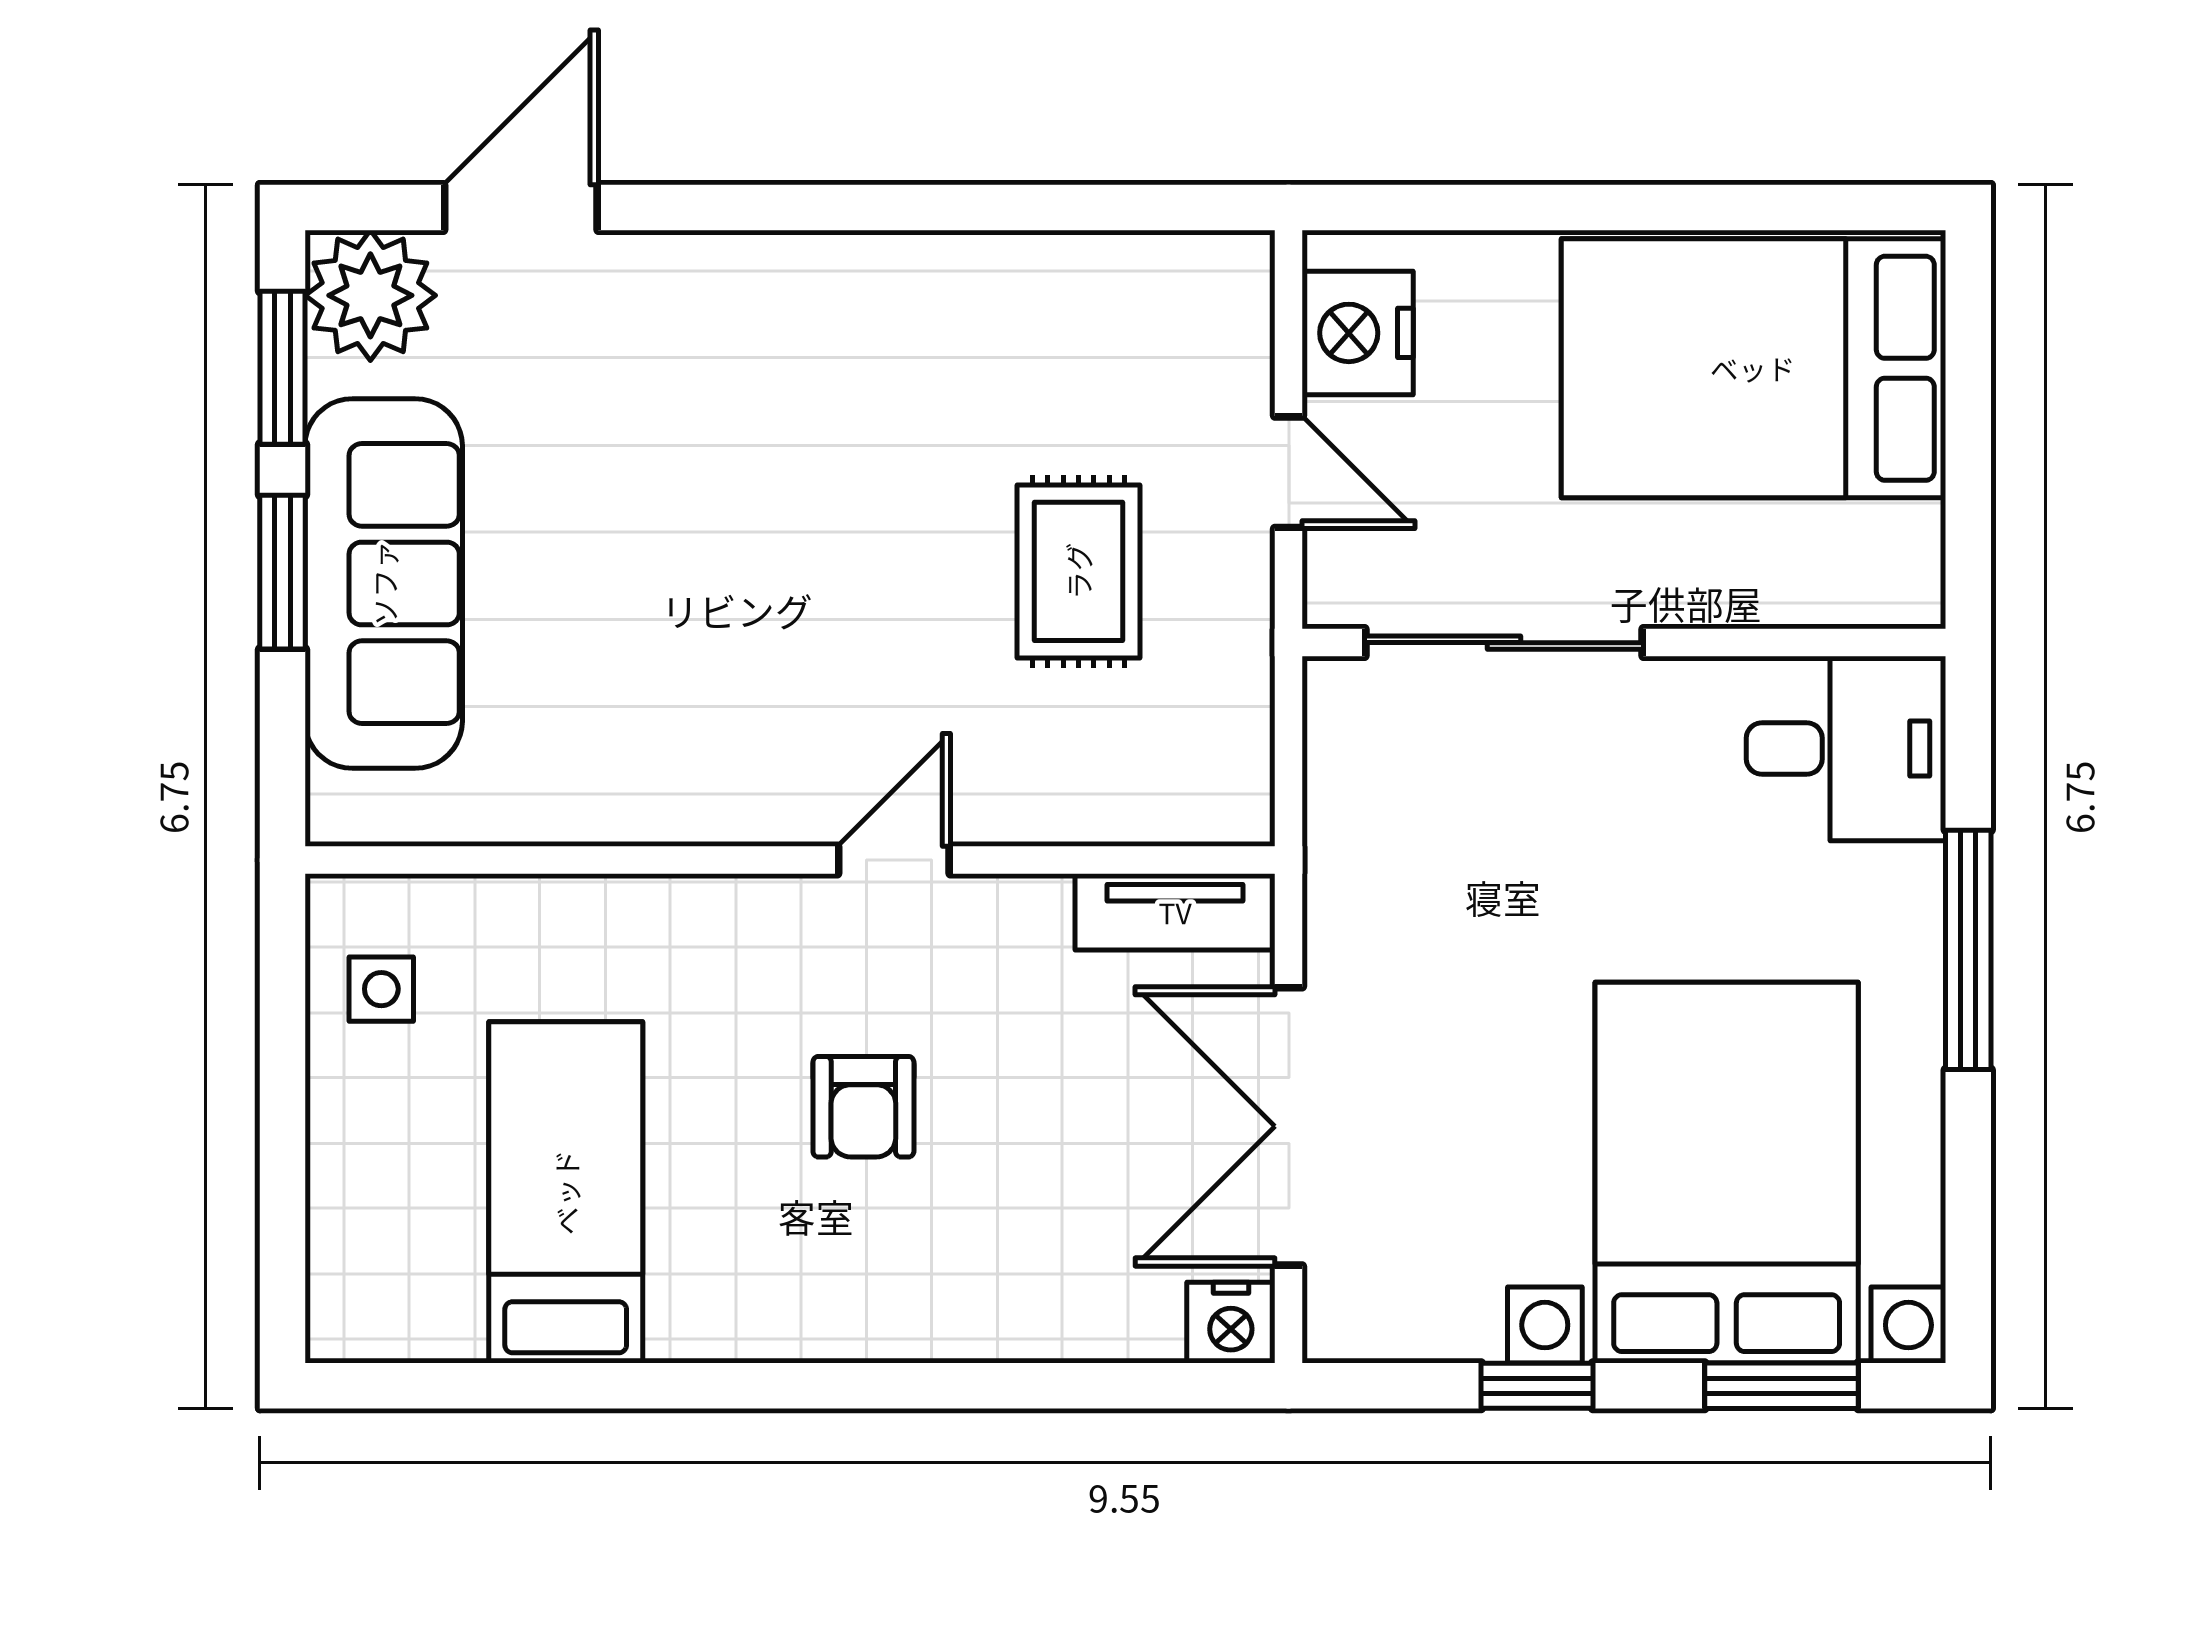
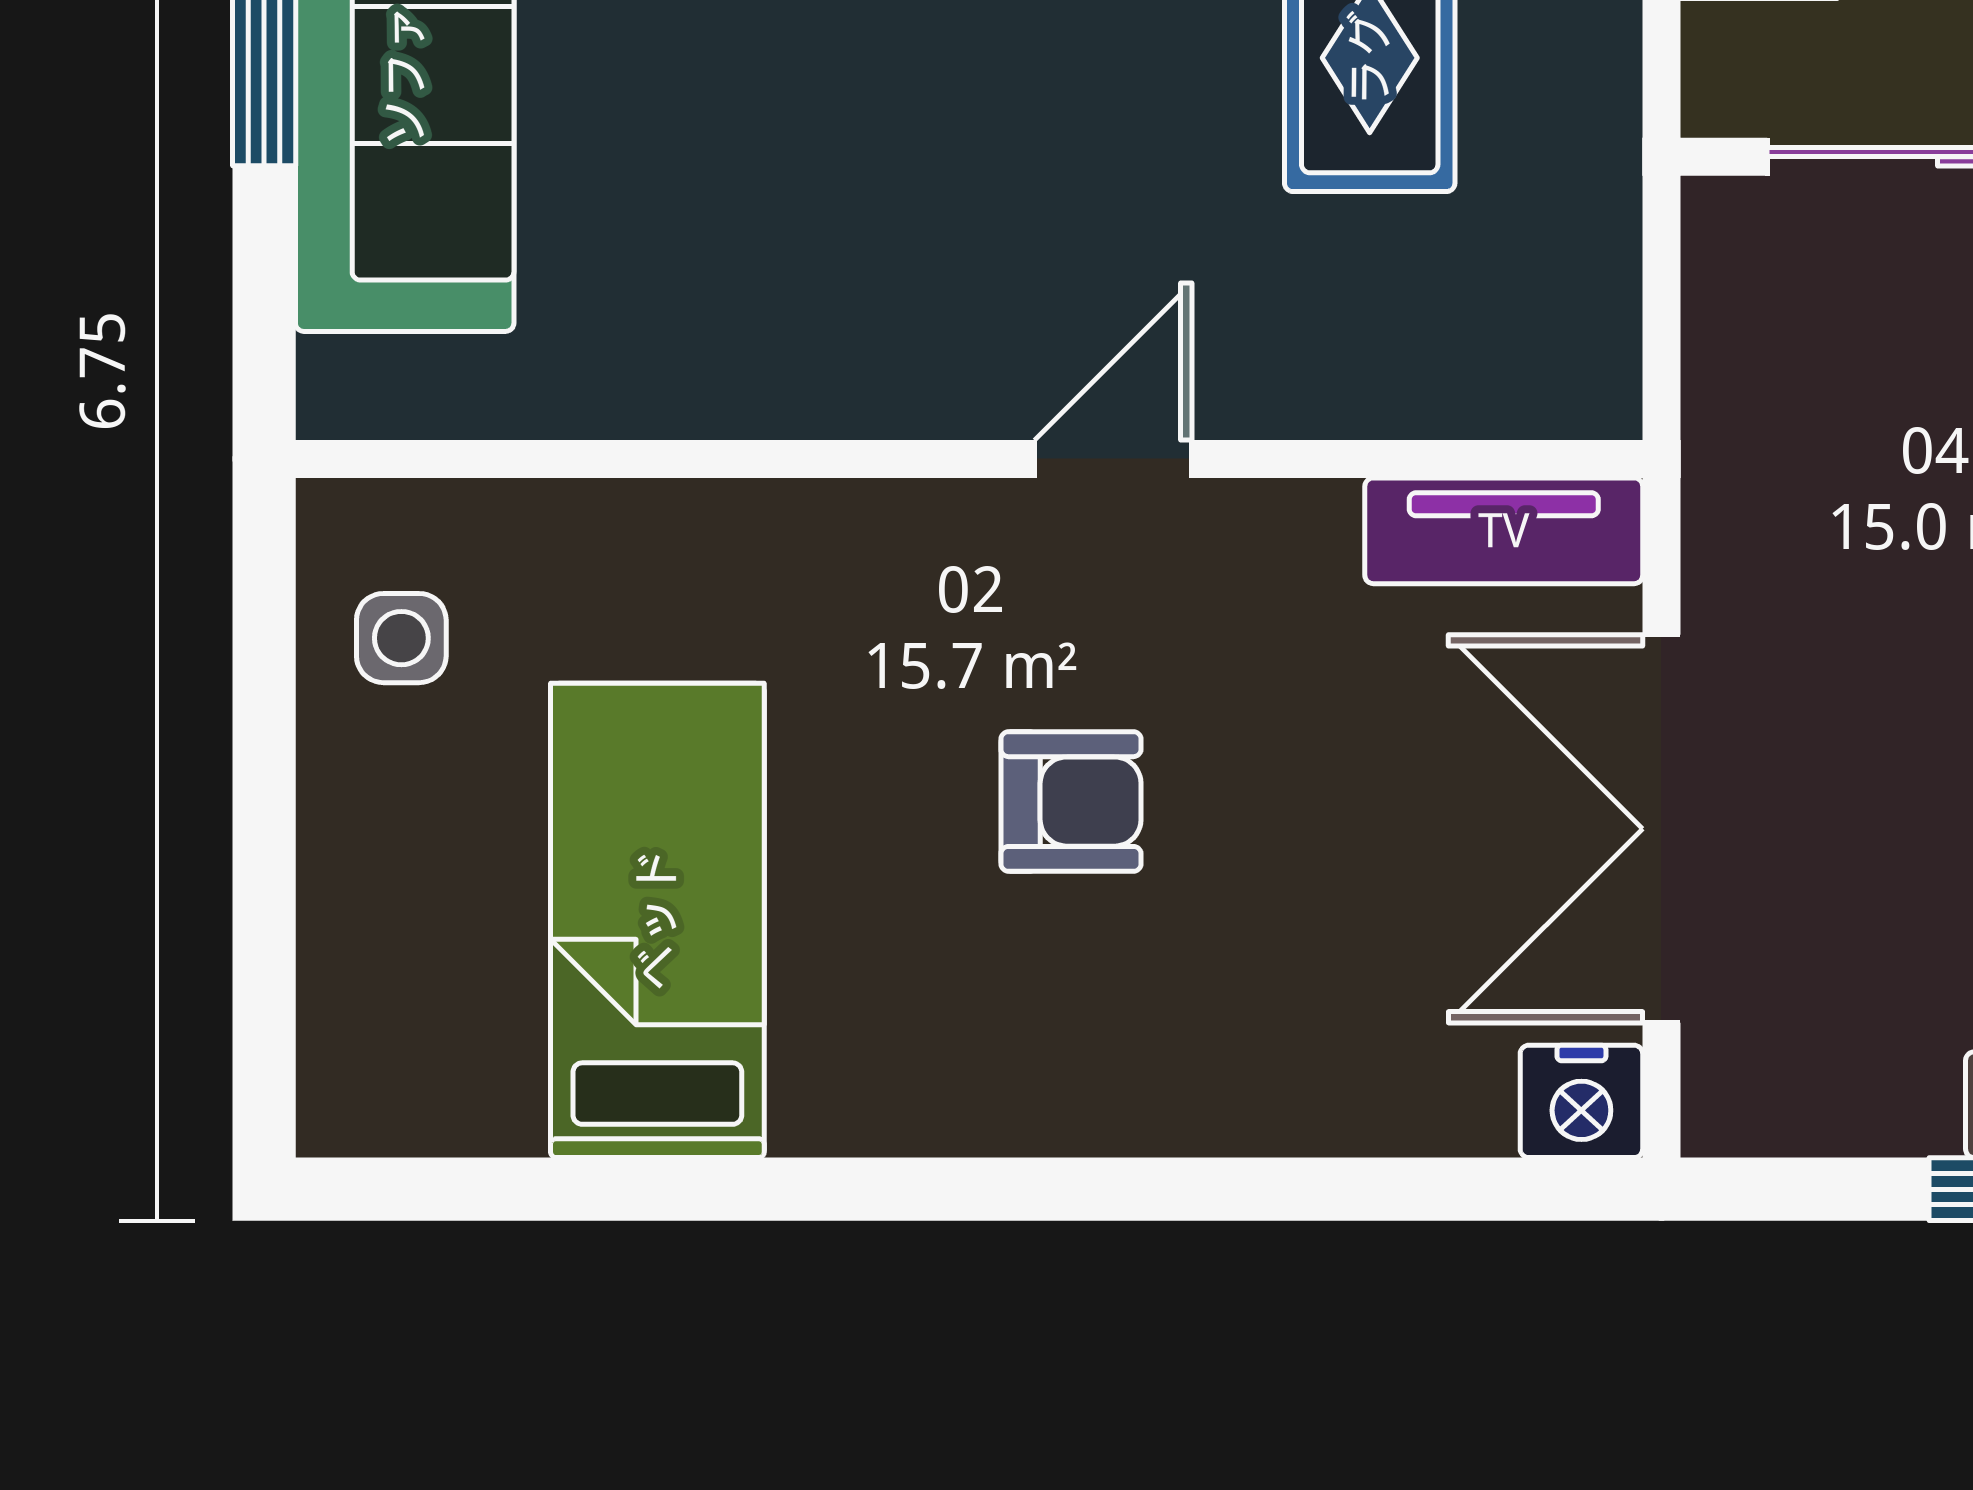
armchair: (863, 1107) -> (1071, 802), turned -90

